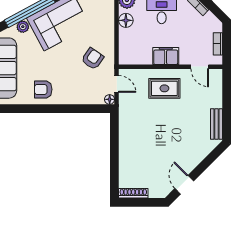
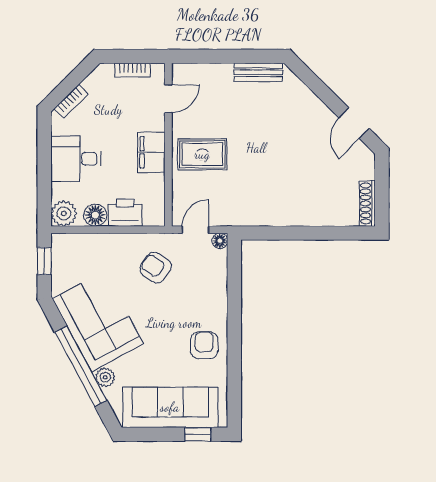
printer: (127, 39) -> (125, 213), added
rug: (164, 88) -> (202, 154), turned 90
armchair: (43, 89) -> (204, 345), turned 180
door: (184, 185) -> (354, 123), hinge flipped

